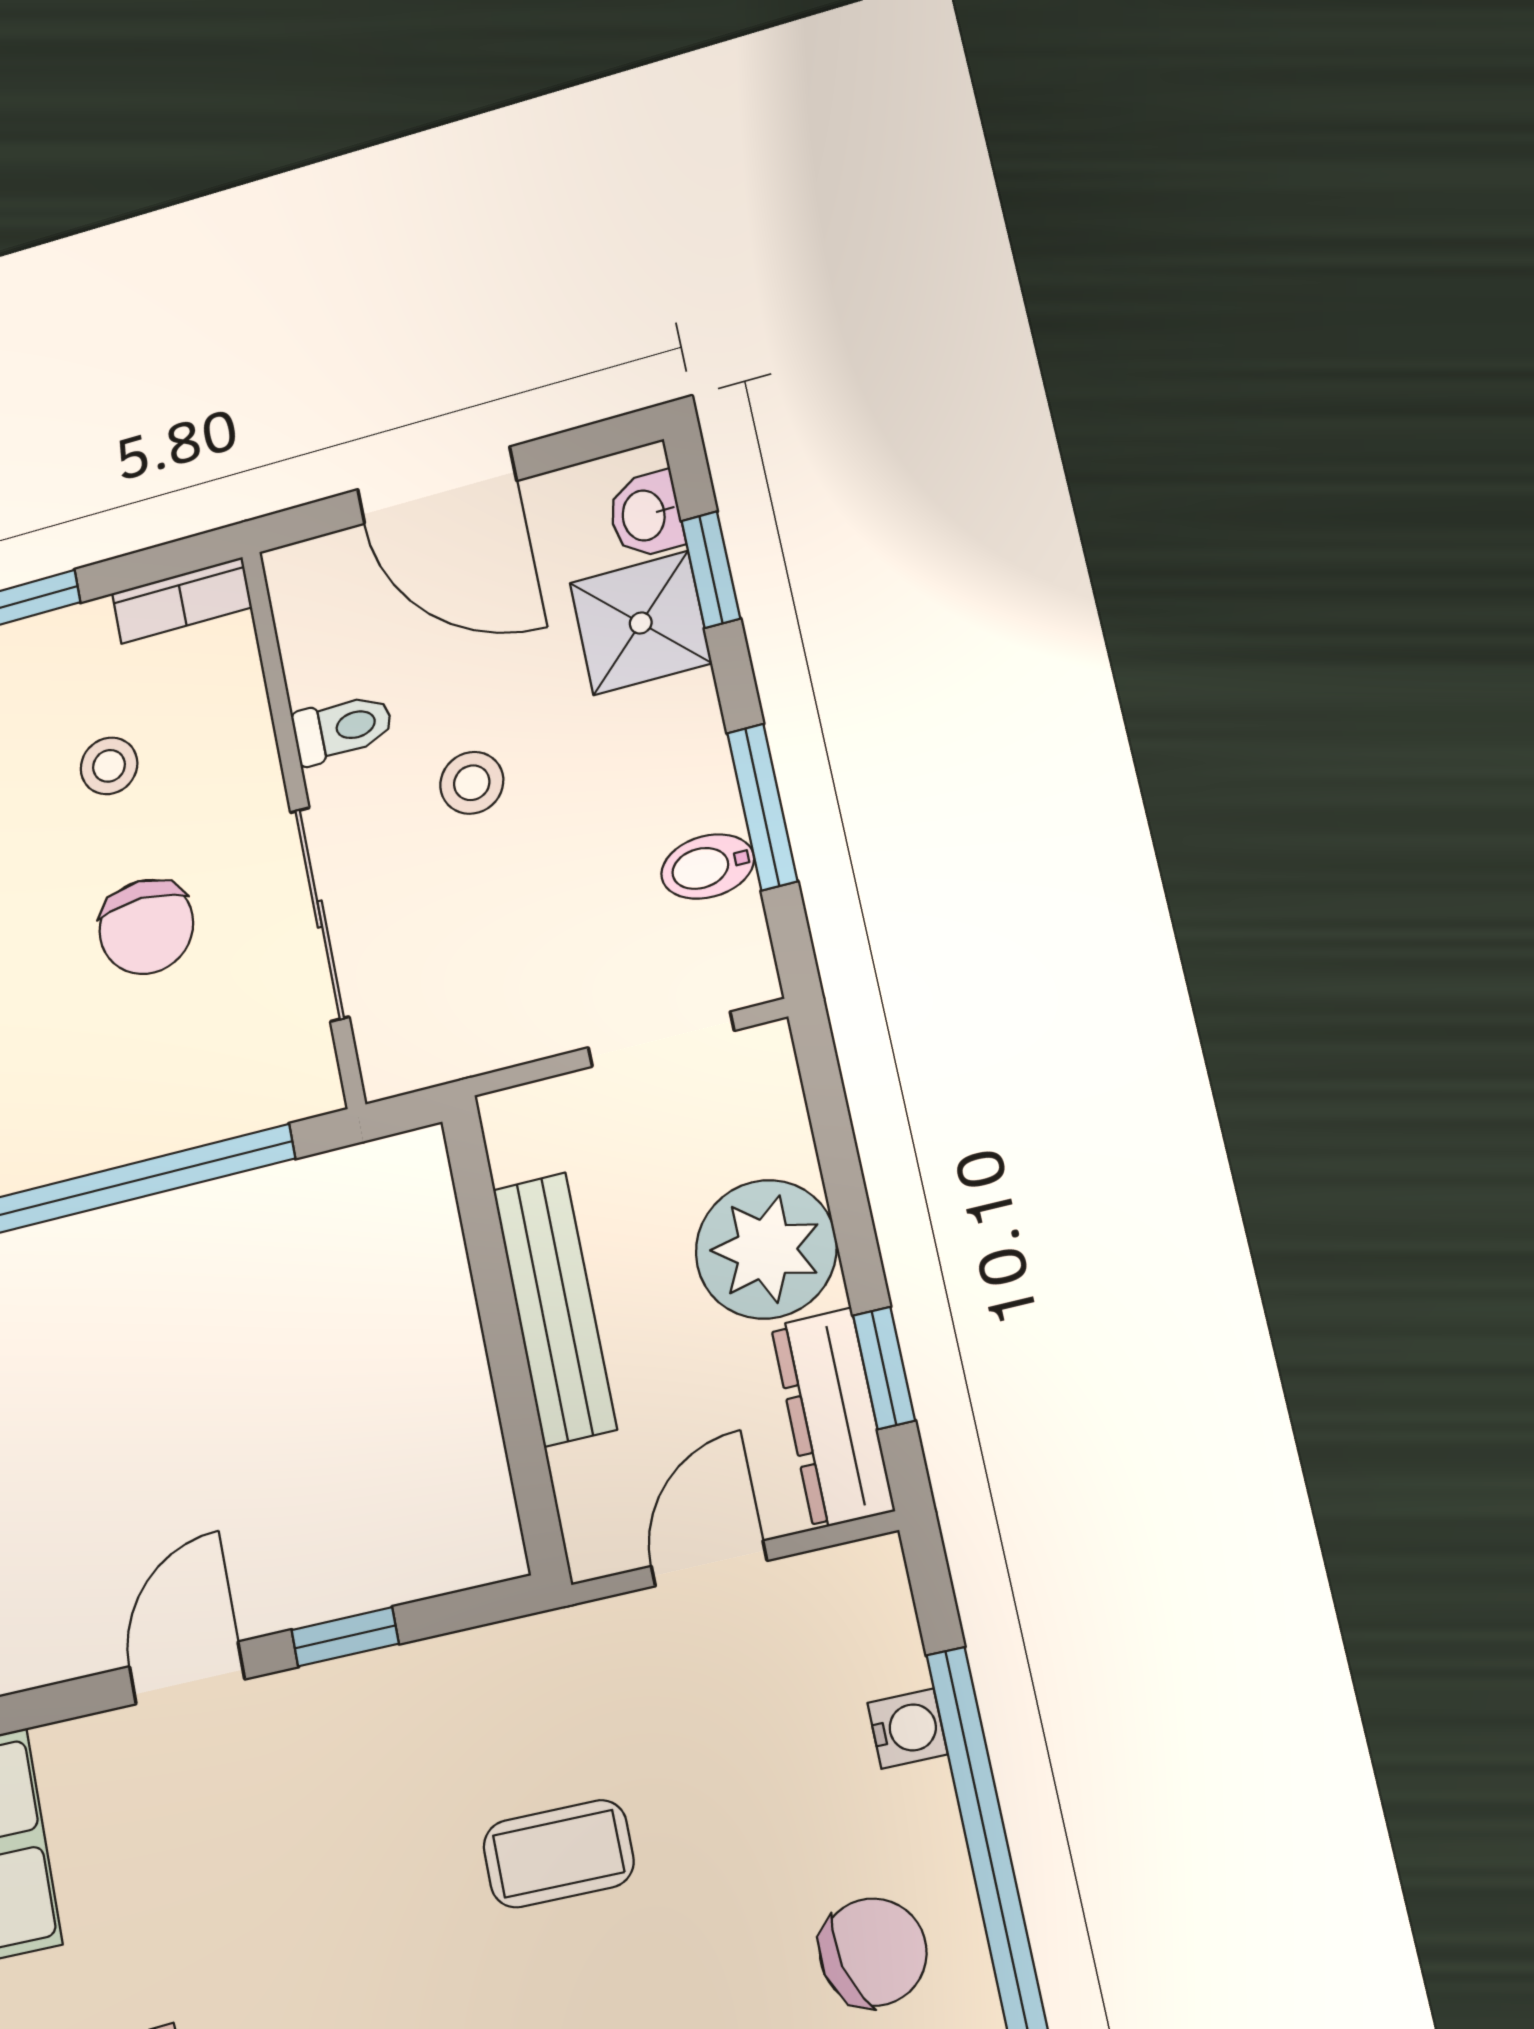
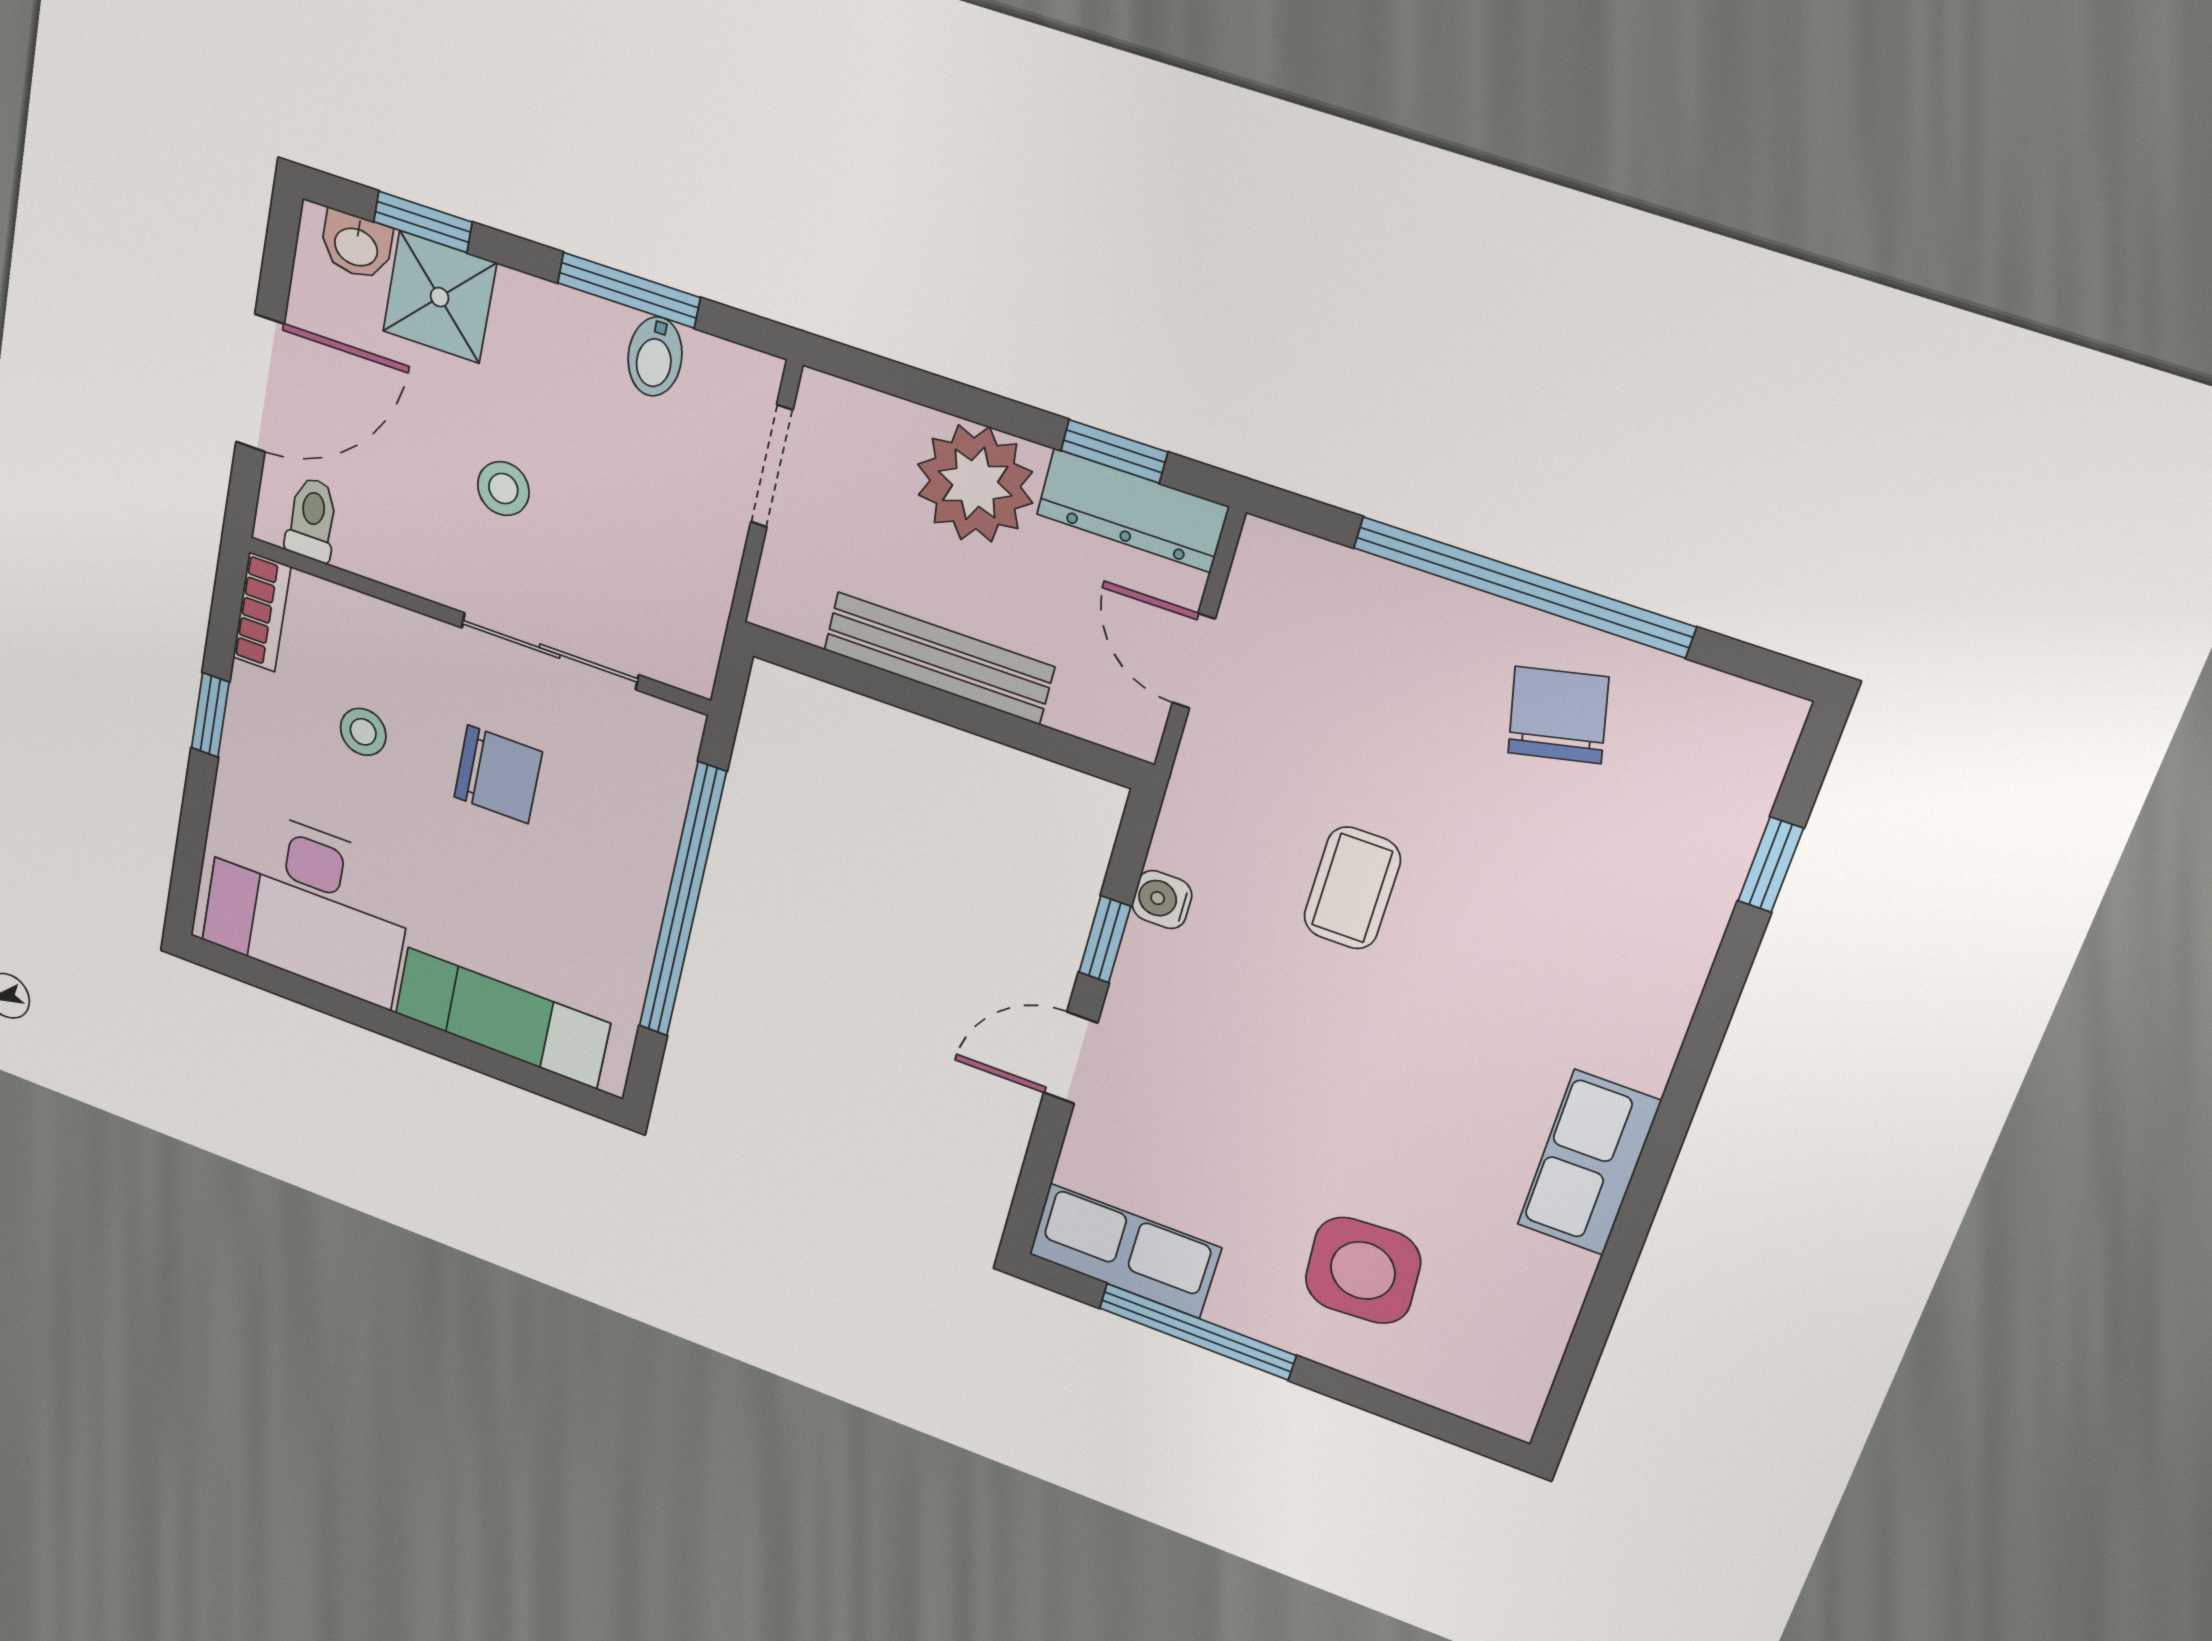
toilet: (342, 728) -> (312, 519), moved
door: (187, 1673) -> (1071, 1058), hinge flipped
water cooler: (907, 1729) -> (1162, 900), moved, turned -90

